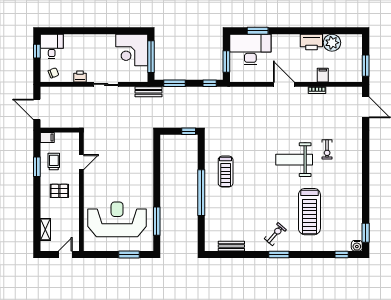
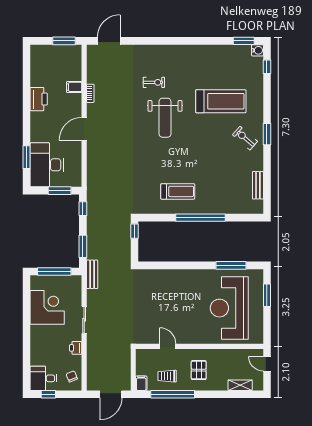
plant: (332, 43) -> (39, 77), removed
corner desk: (132, 50) -> (47, 307), moved, turned -90
window: (37, 167) -> (173, 394), width x2.11

